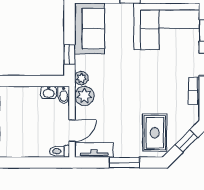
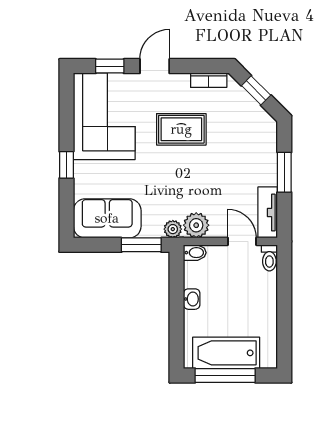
window: (69, 54) -> (141, 245), width x1.50
bookcase: (194, 91) -> (209, 80), moved
washbasin: (49, 92) -> (192, 299), moved
rug: (155, 133) -> (181, 129), moved

